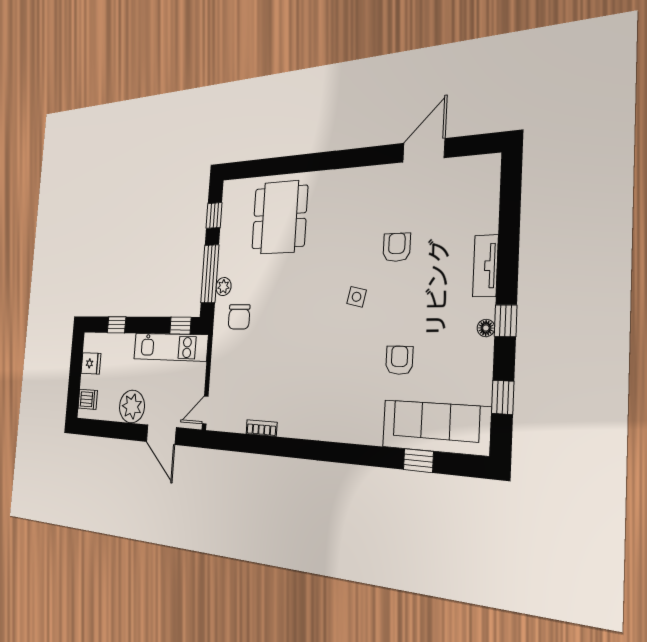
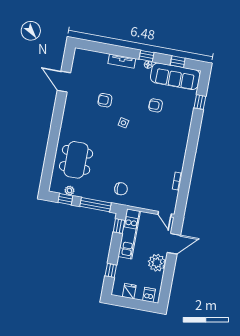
dining table: (280, 217) -> (76, 160), turned 90
plant: (223, 287) -> (69, 191), moved
sofa: (435, 427) -> (175, 76), moved, turned -90

